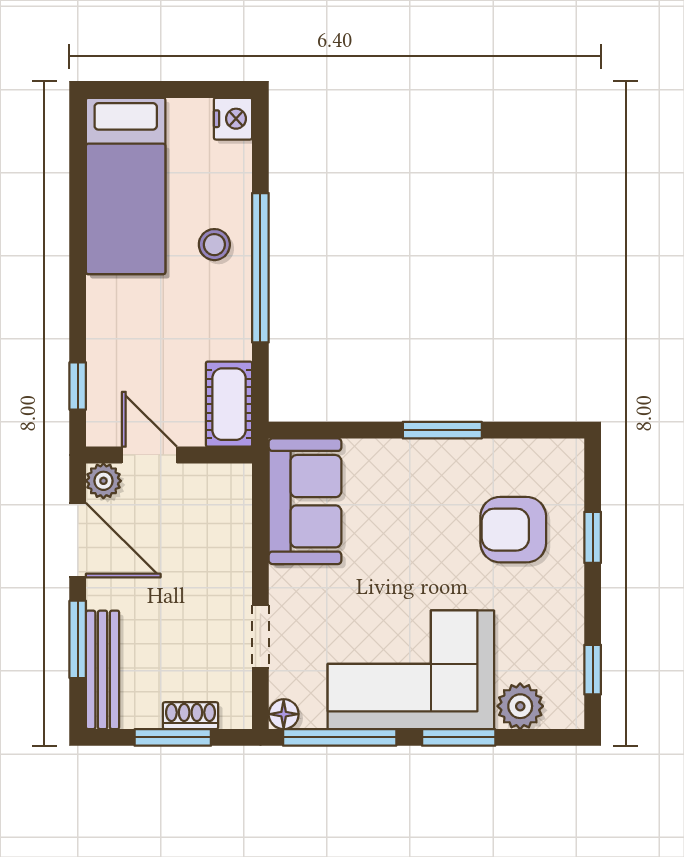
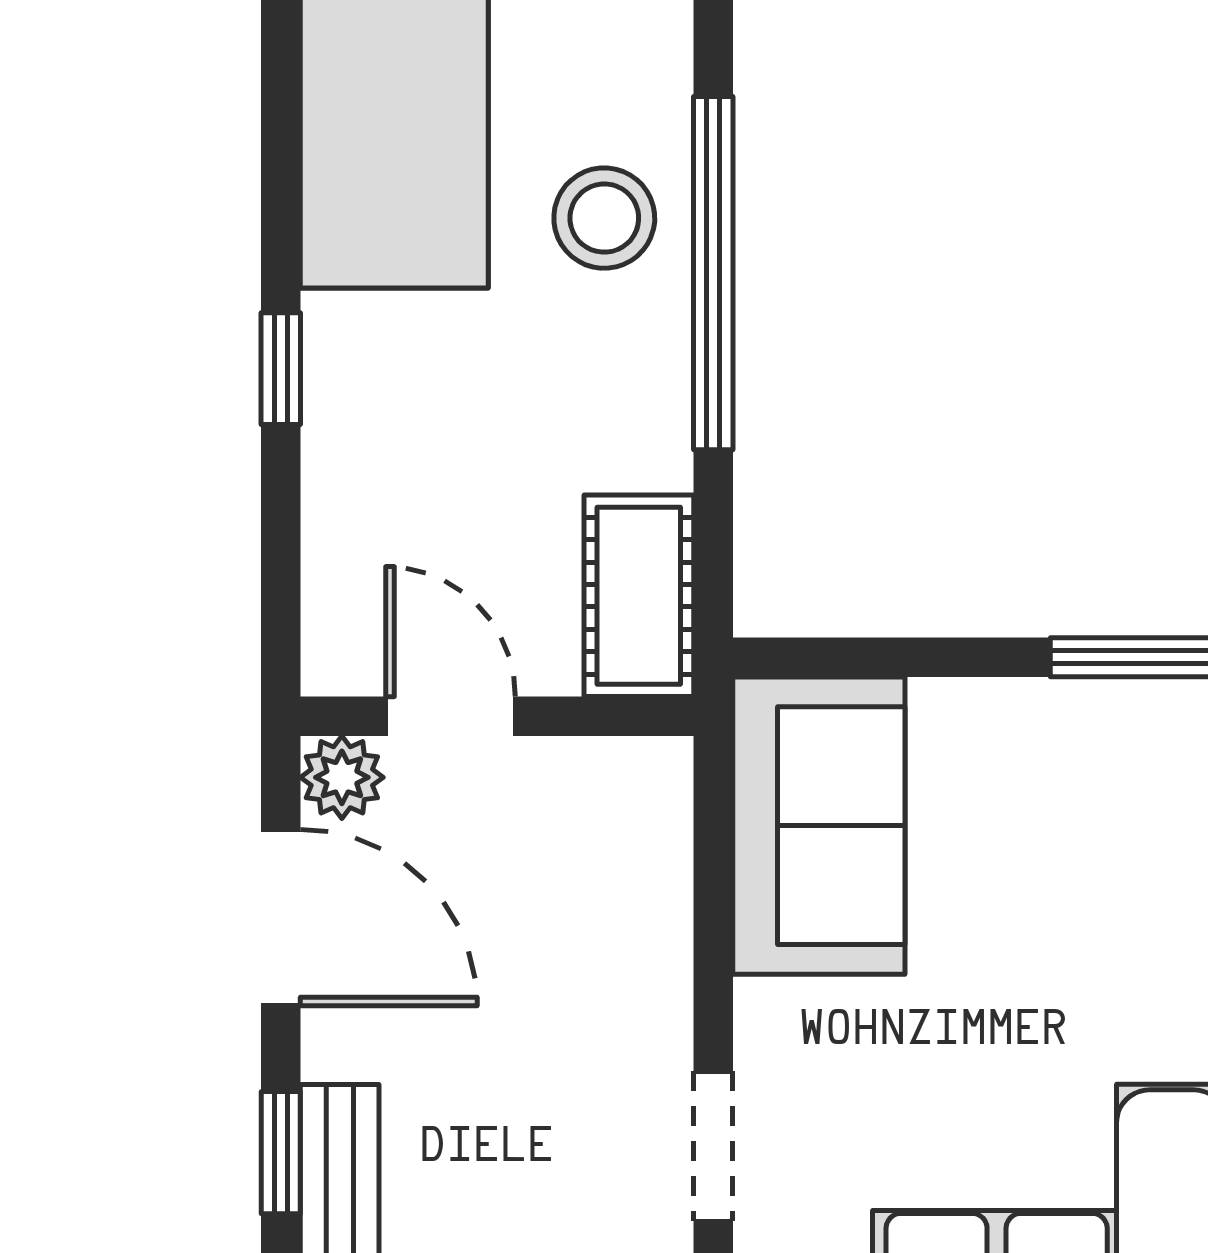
stool: (214, 245) -> (604, 218), width x1.37, depth x1.37
window: (78, 386) -> (281, 369), moved
window: (78, 639) -> (281, 1153), width x0.67

